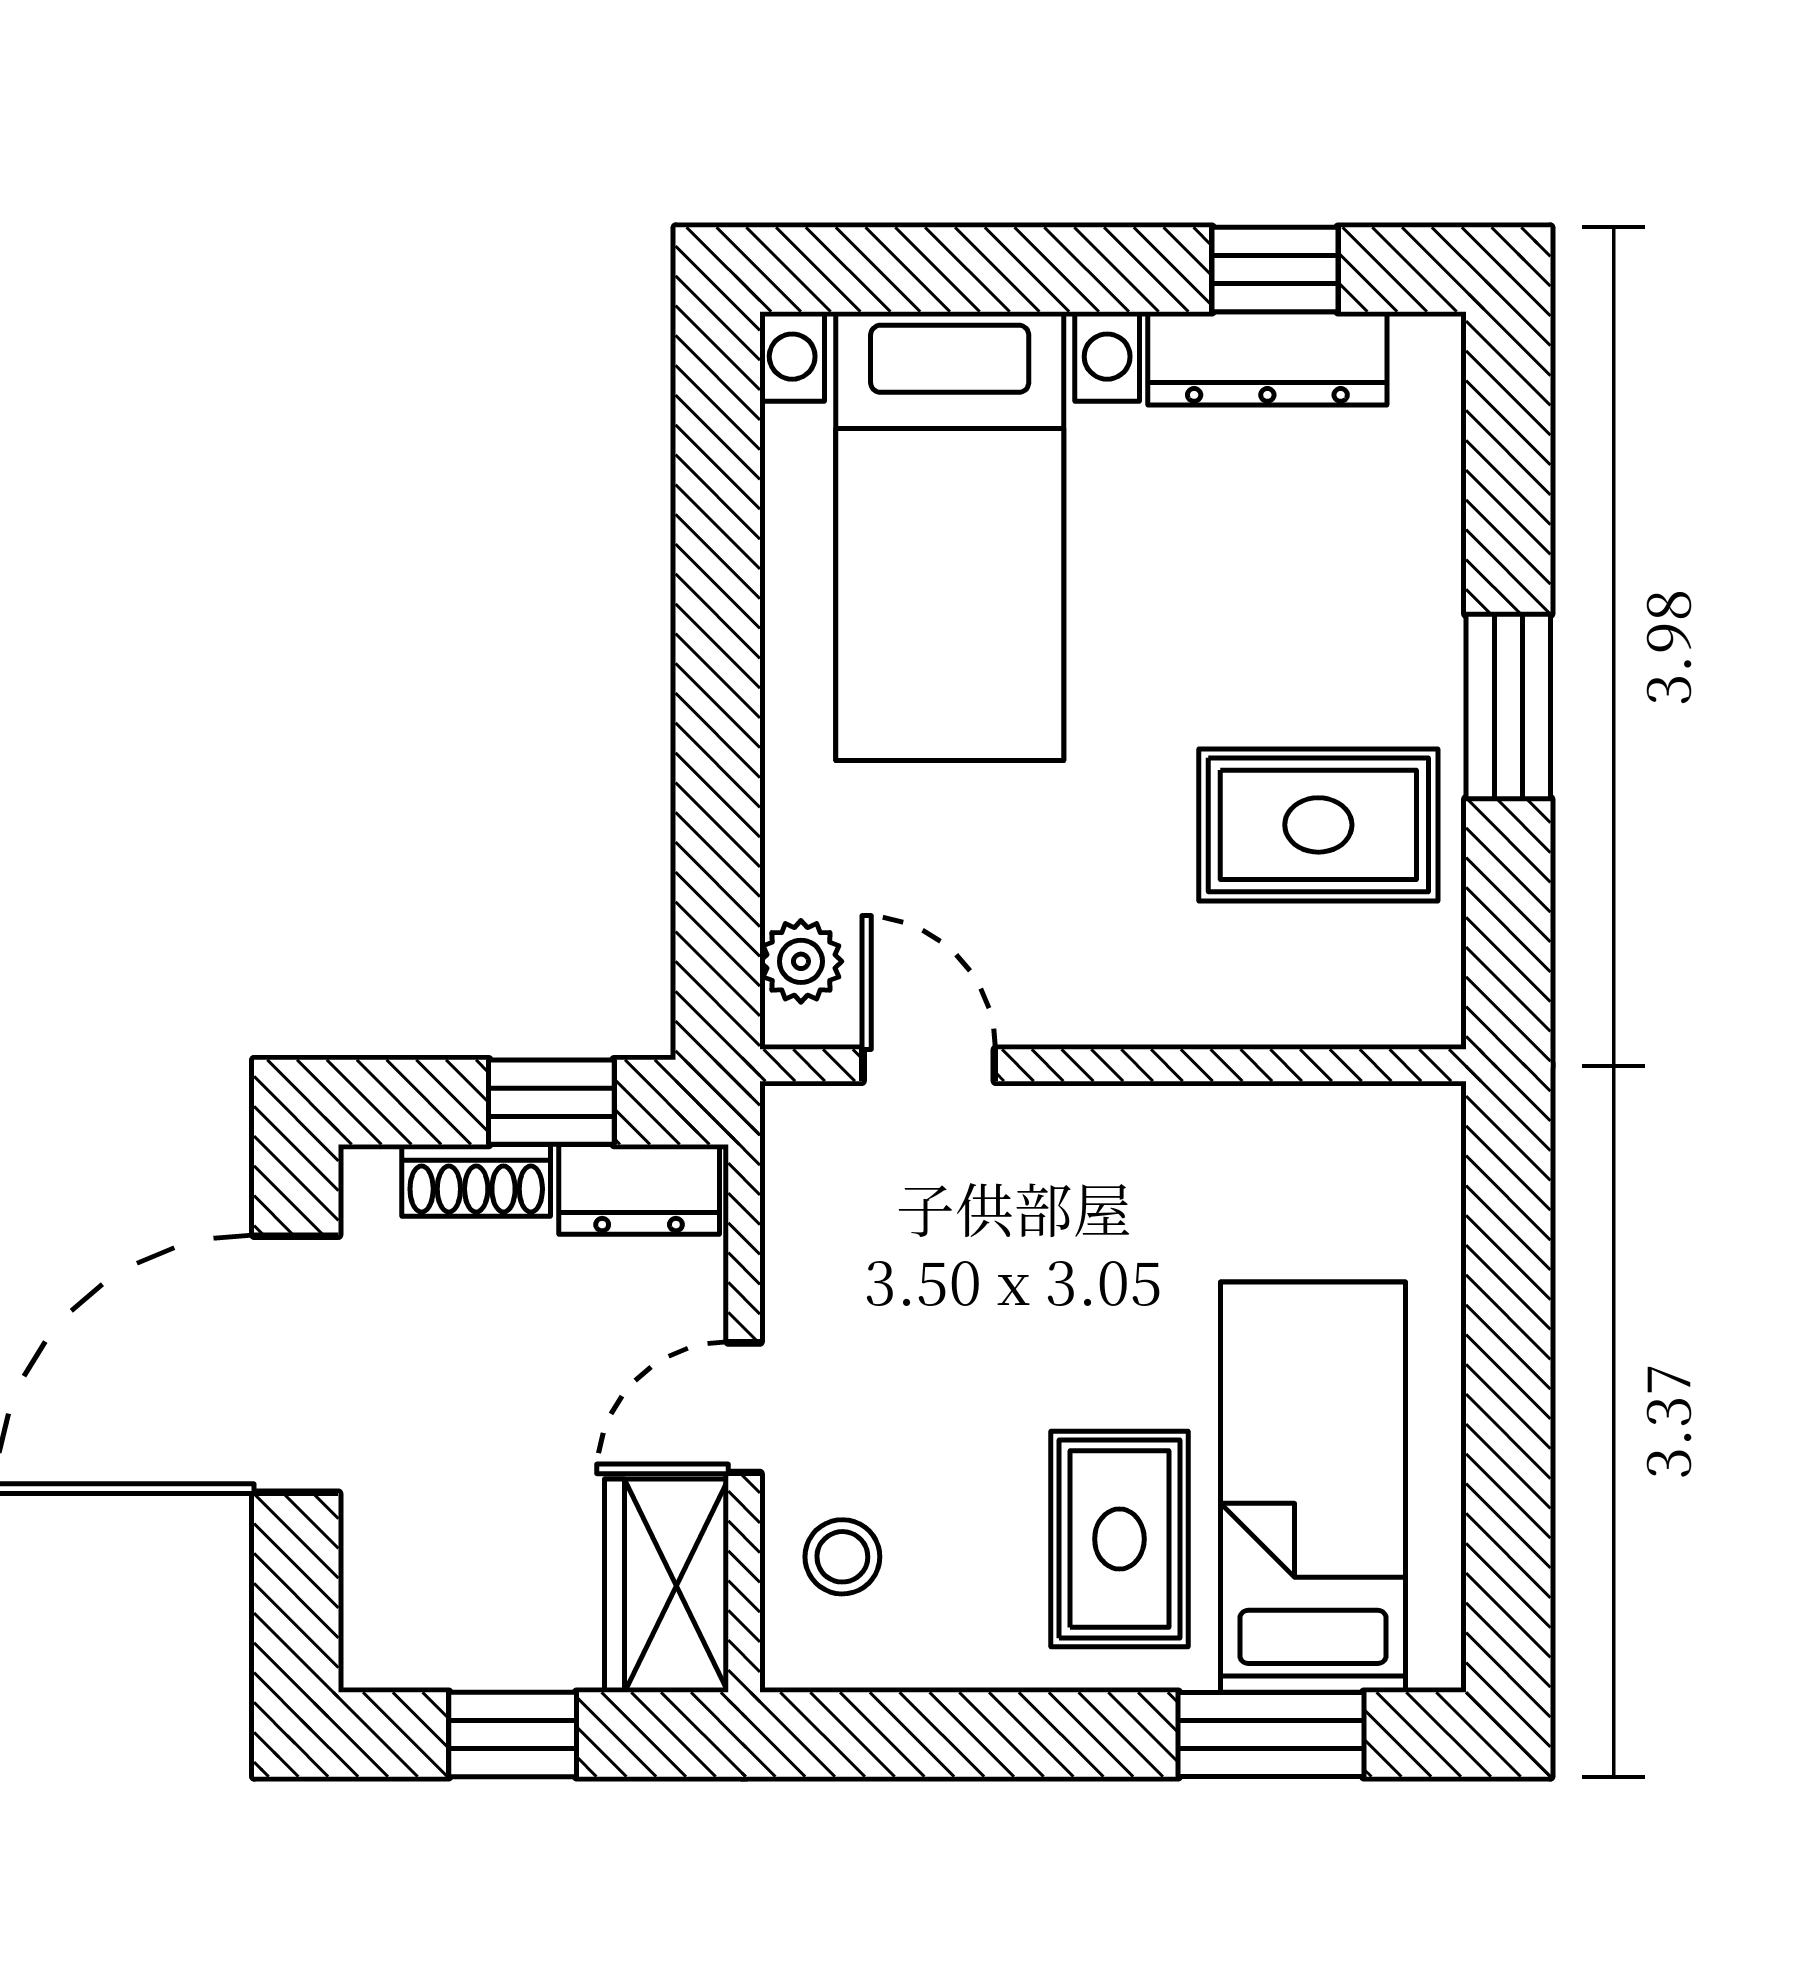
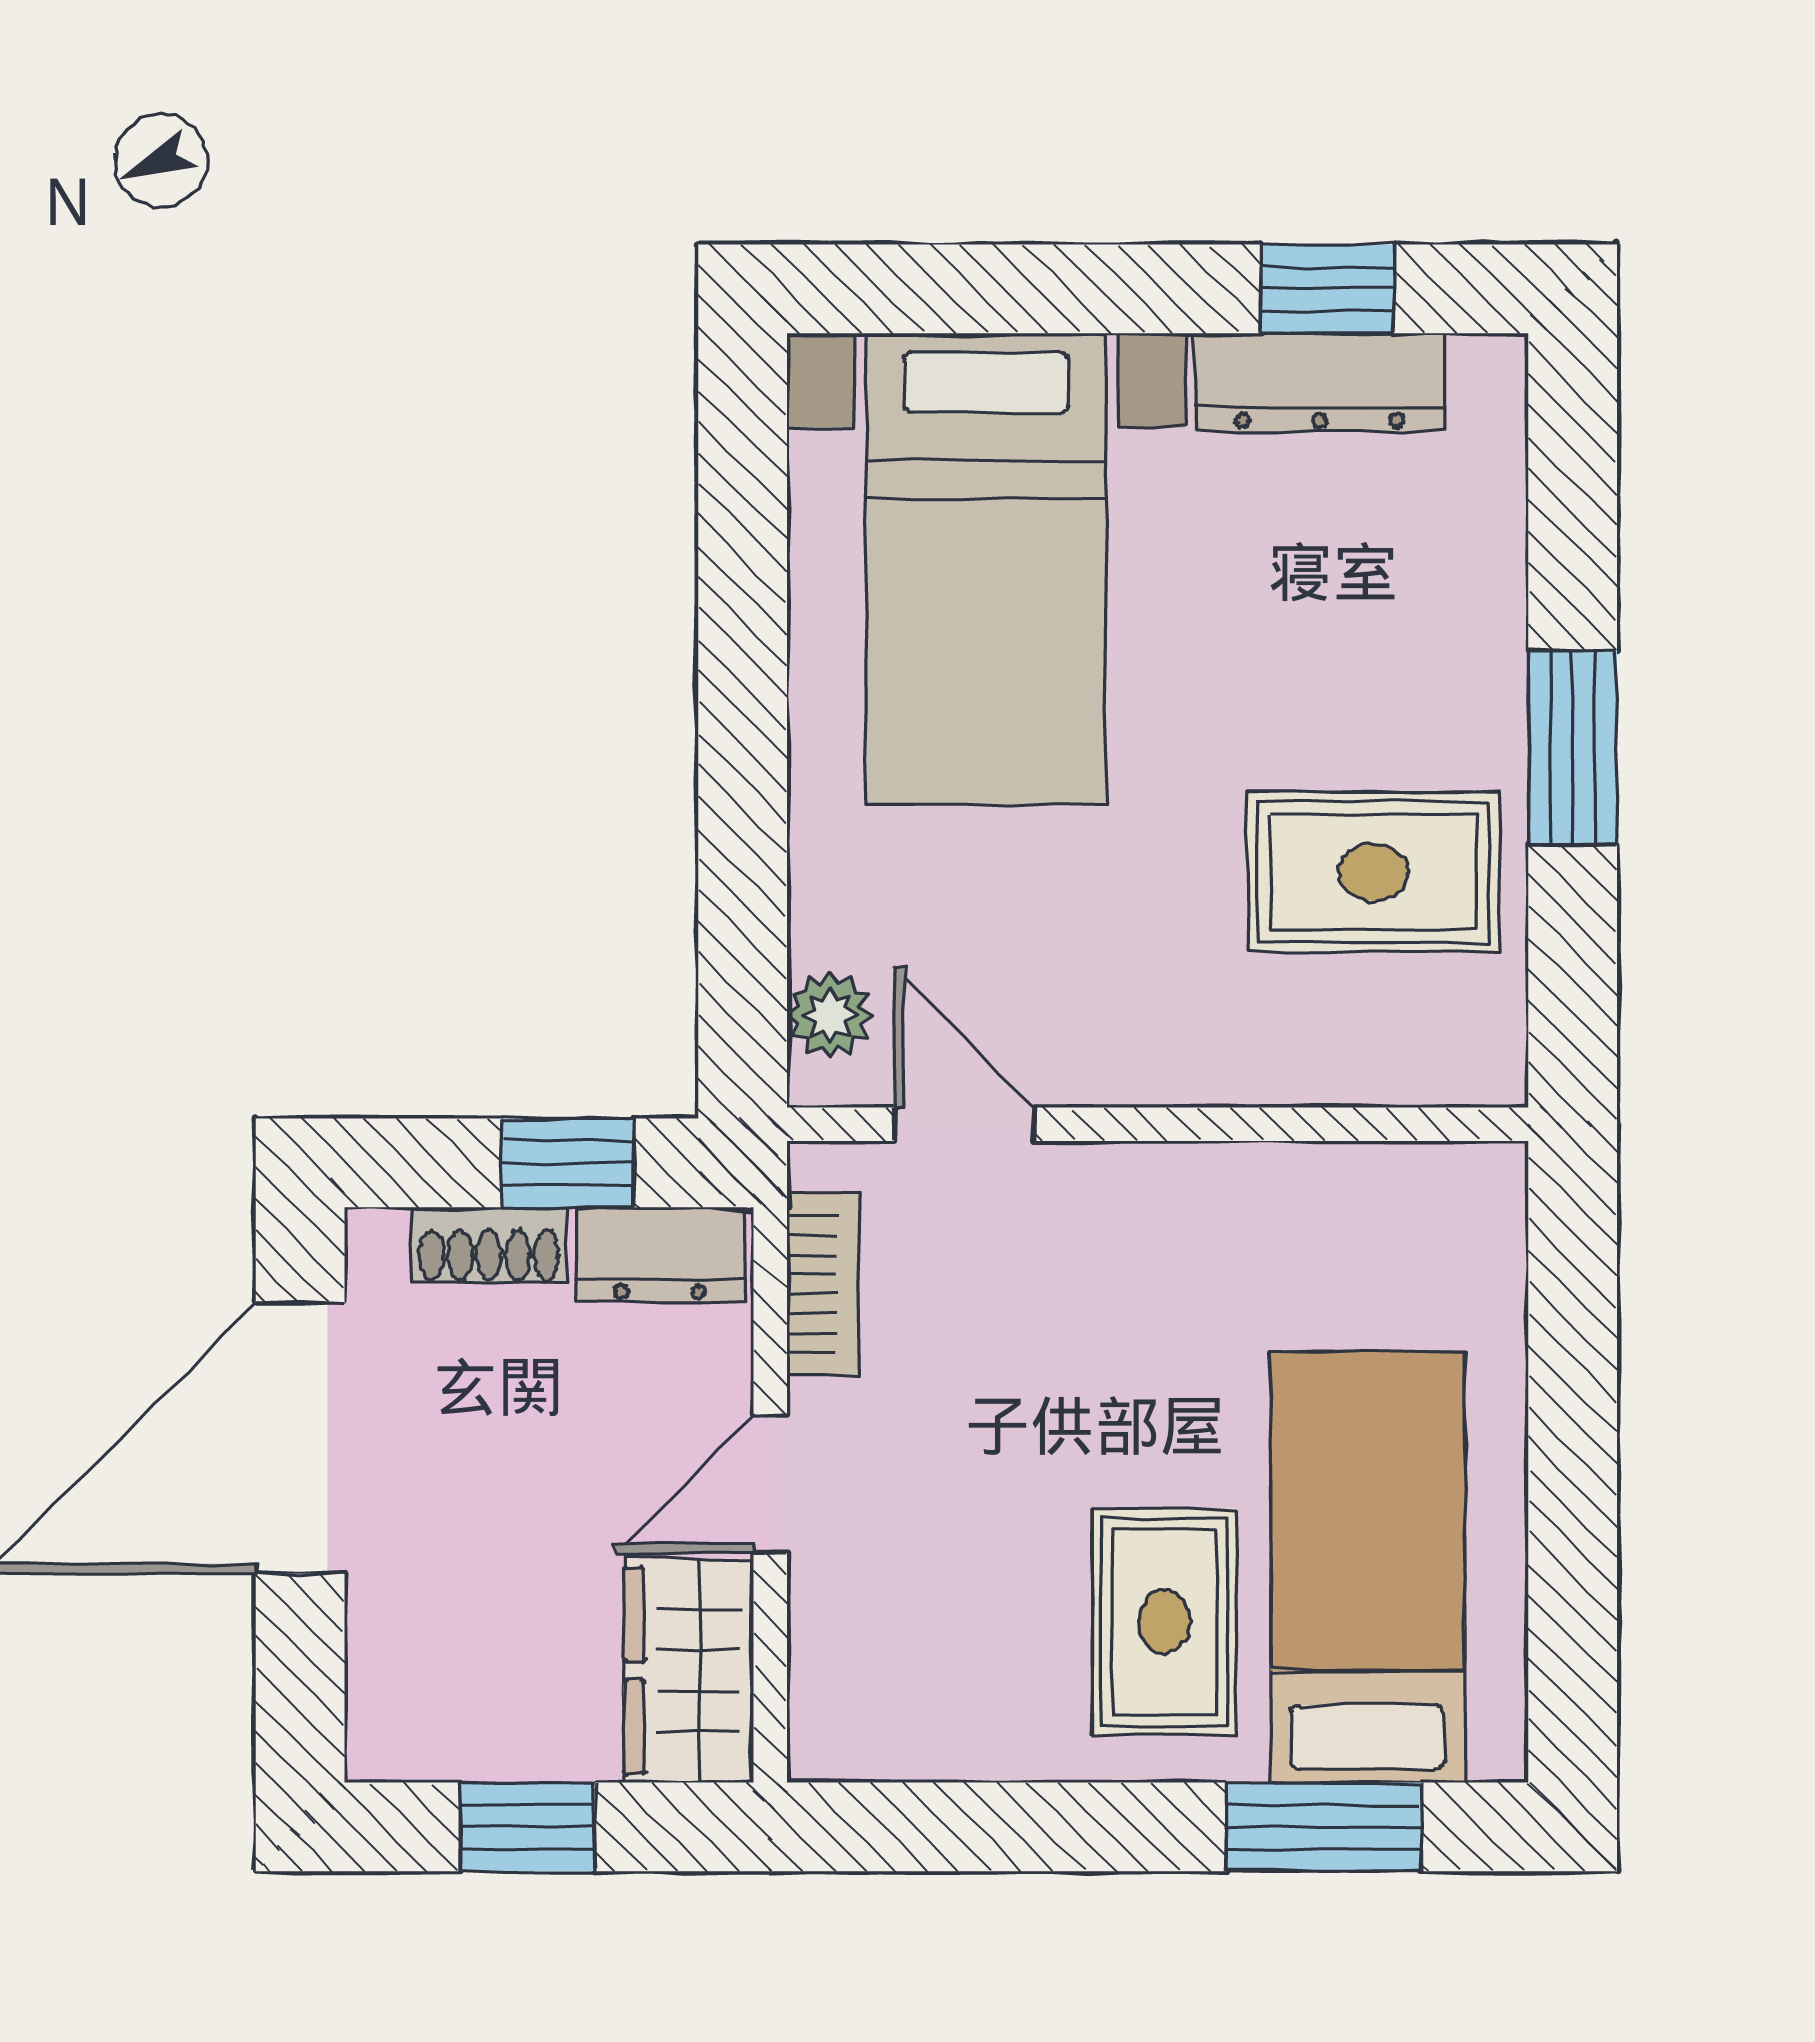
bookcase: (795, 1217) -> (823, 1284), added
stool: (842, 1557) -> (873, 1640), removed

